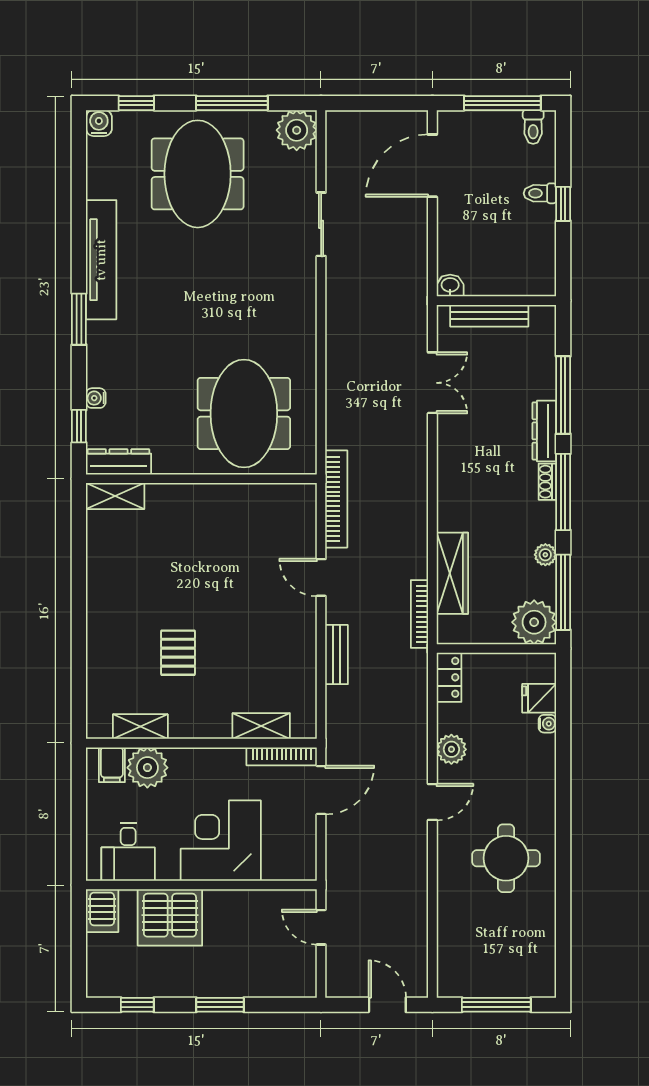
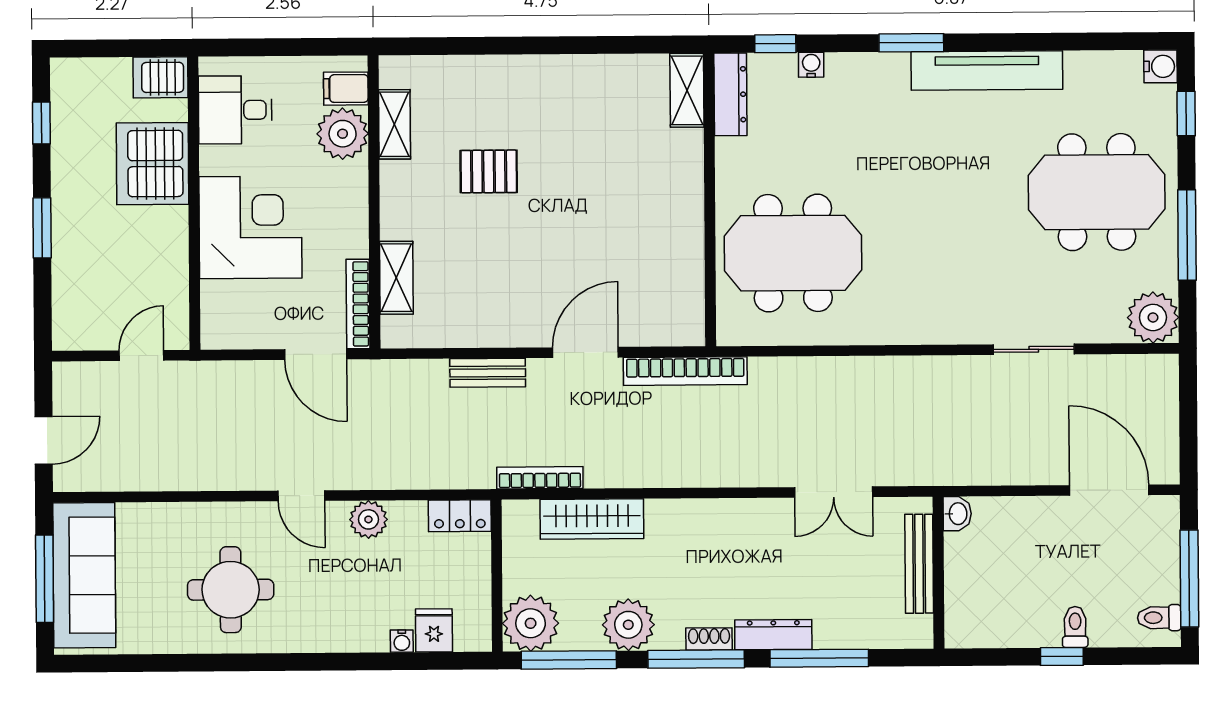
plant: (545, 555) -> (628, 625), width x1.88, depth x1.88
door: (321, 577) -> (585, 352), width x1.38
sofa: (494, 973) -> (84, 575), added

